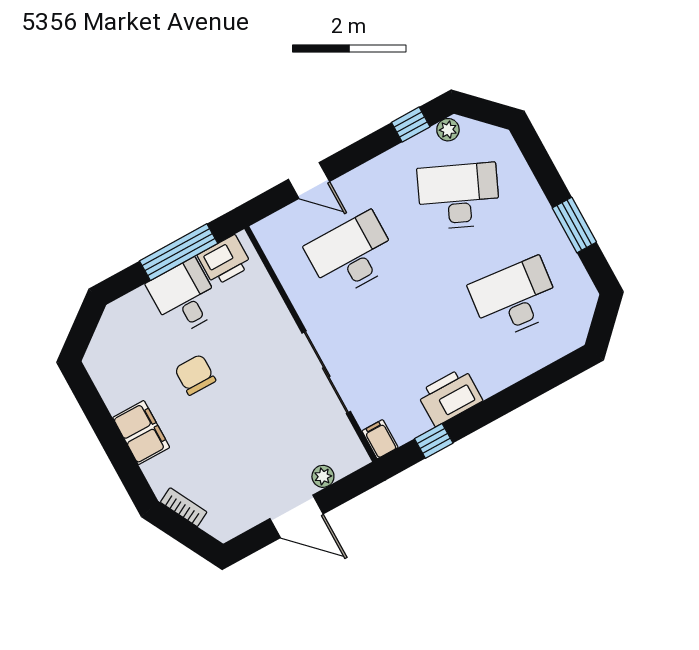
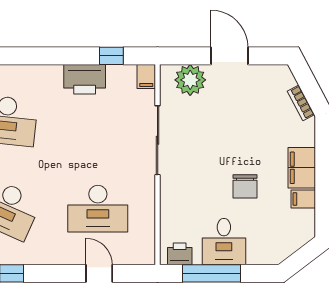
printer: (225, 260) -> (180, 254), width x0.73, depth x0.81
filing cabinet: (119, 397) -> (303, 199), added
plant: (323, 476) -> (190, 80), width x1.87, depth x1.87

